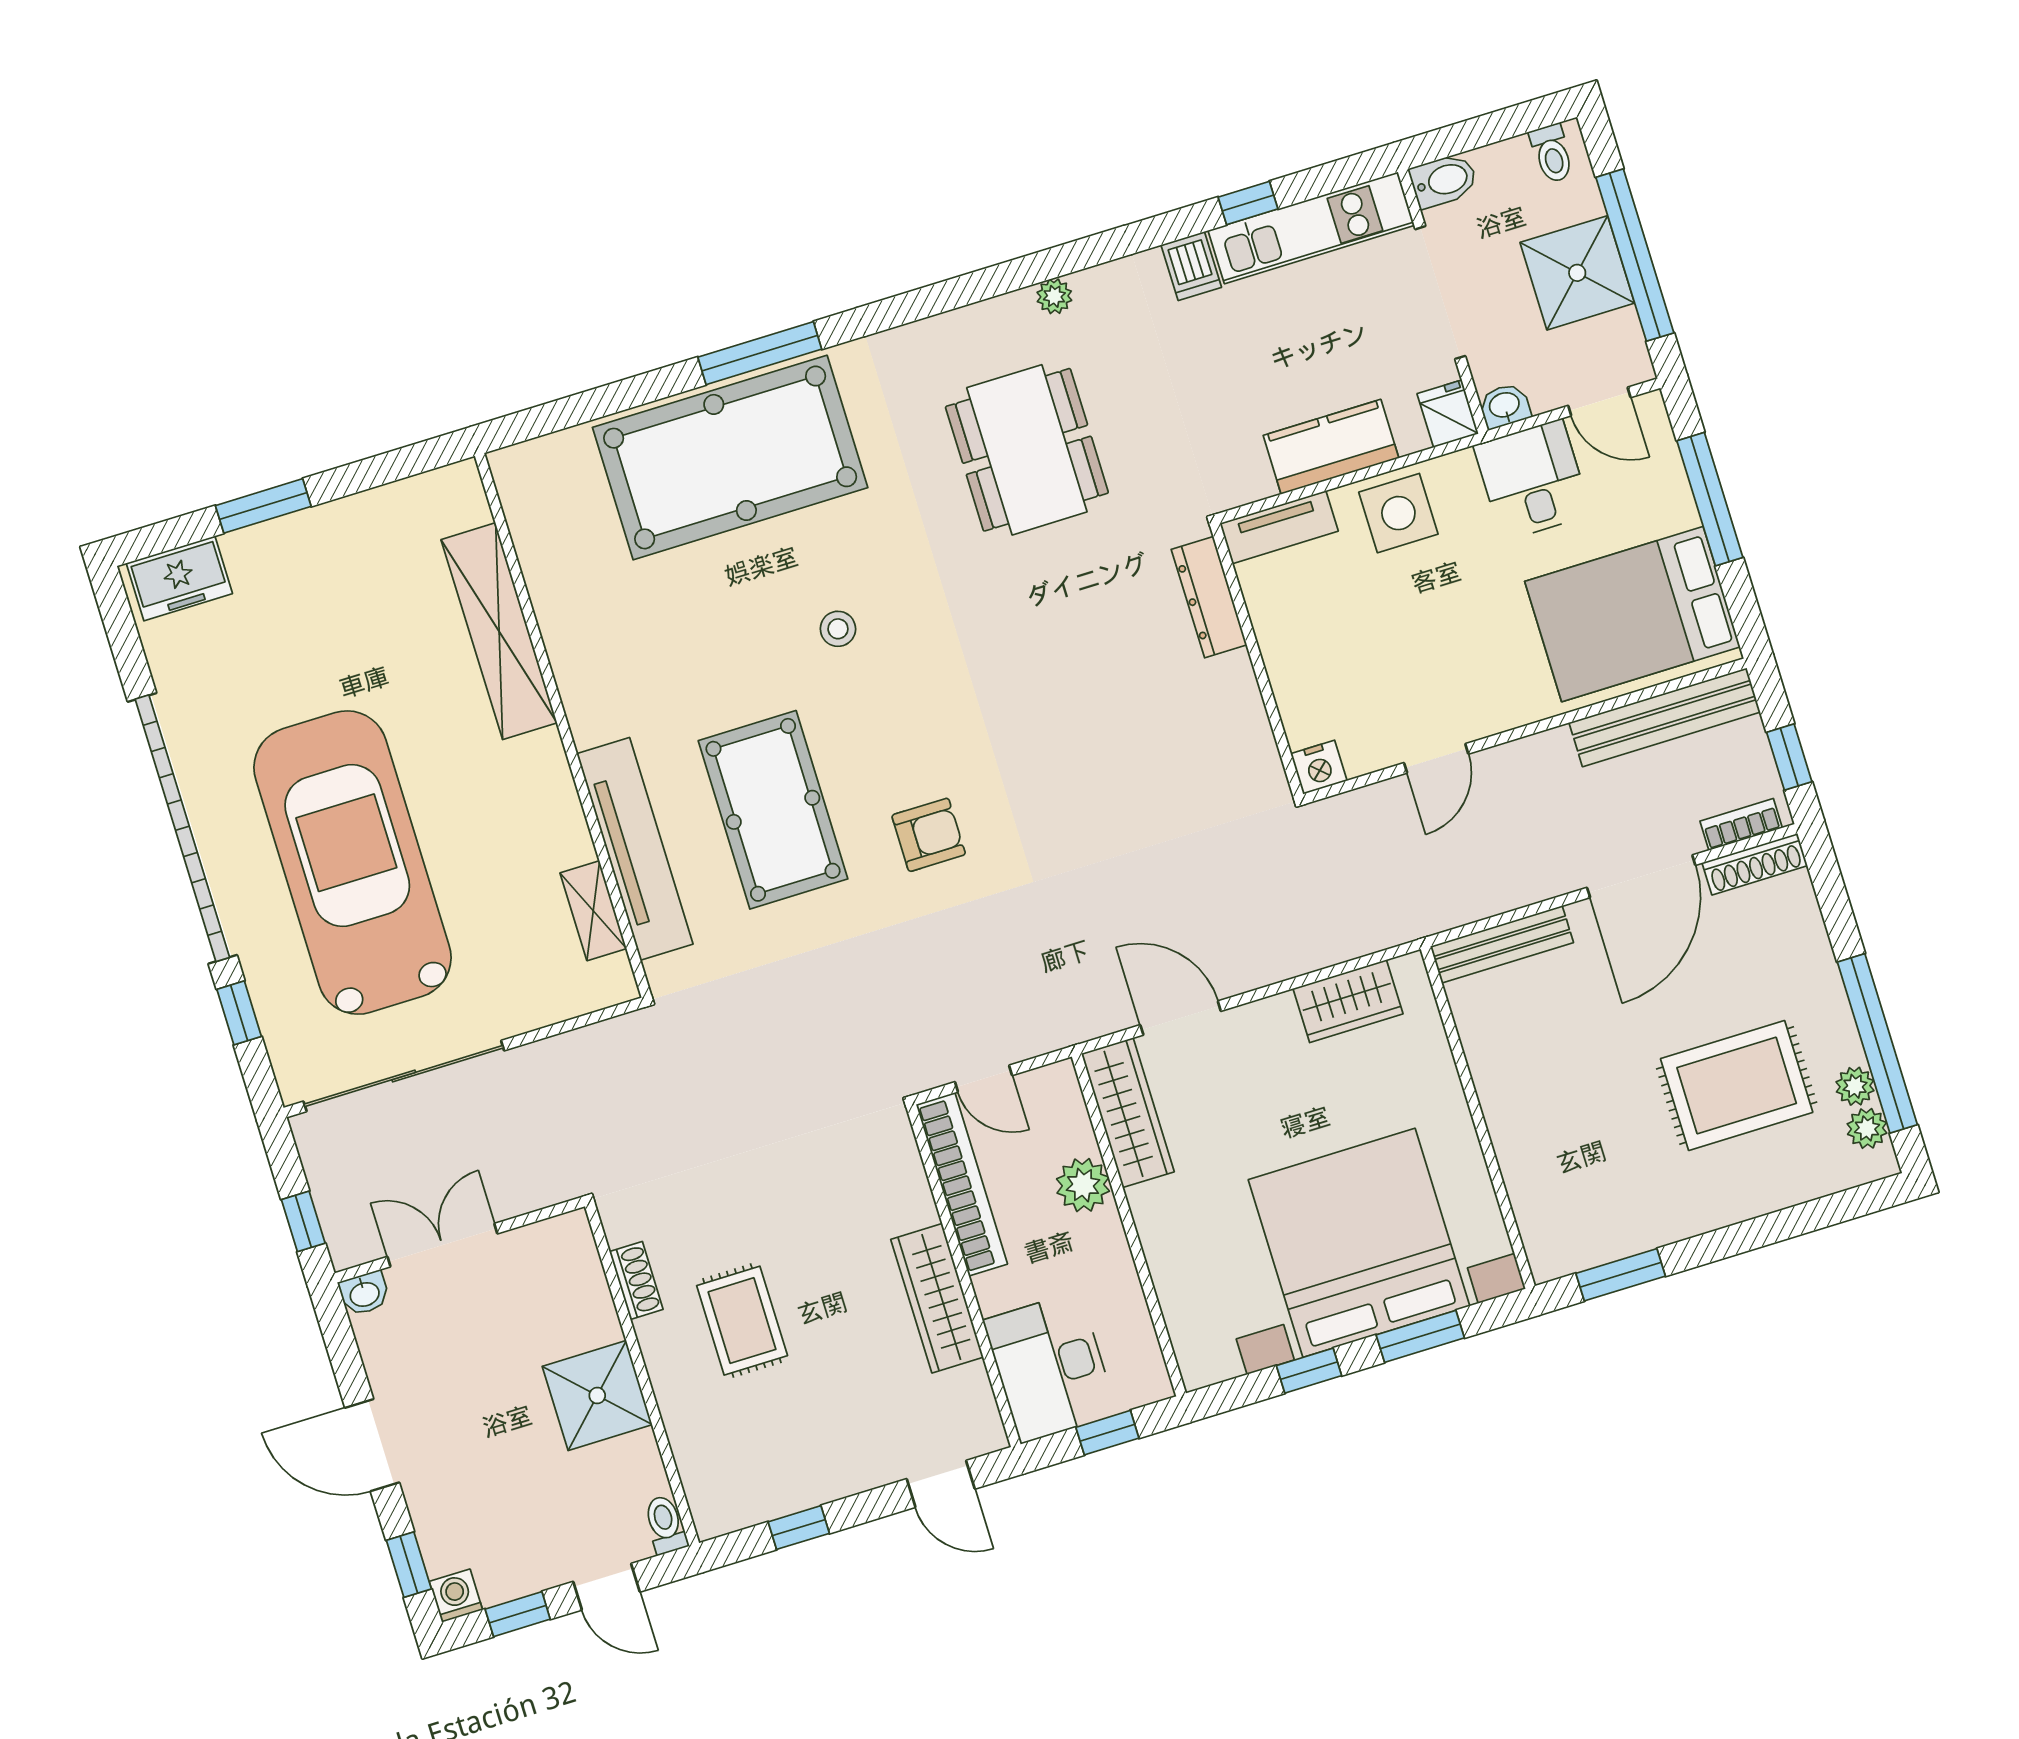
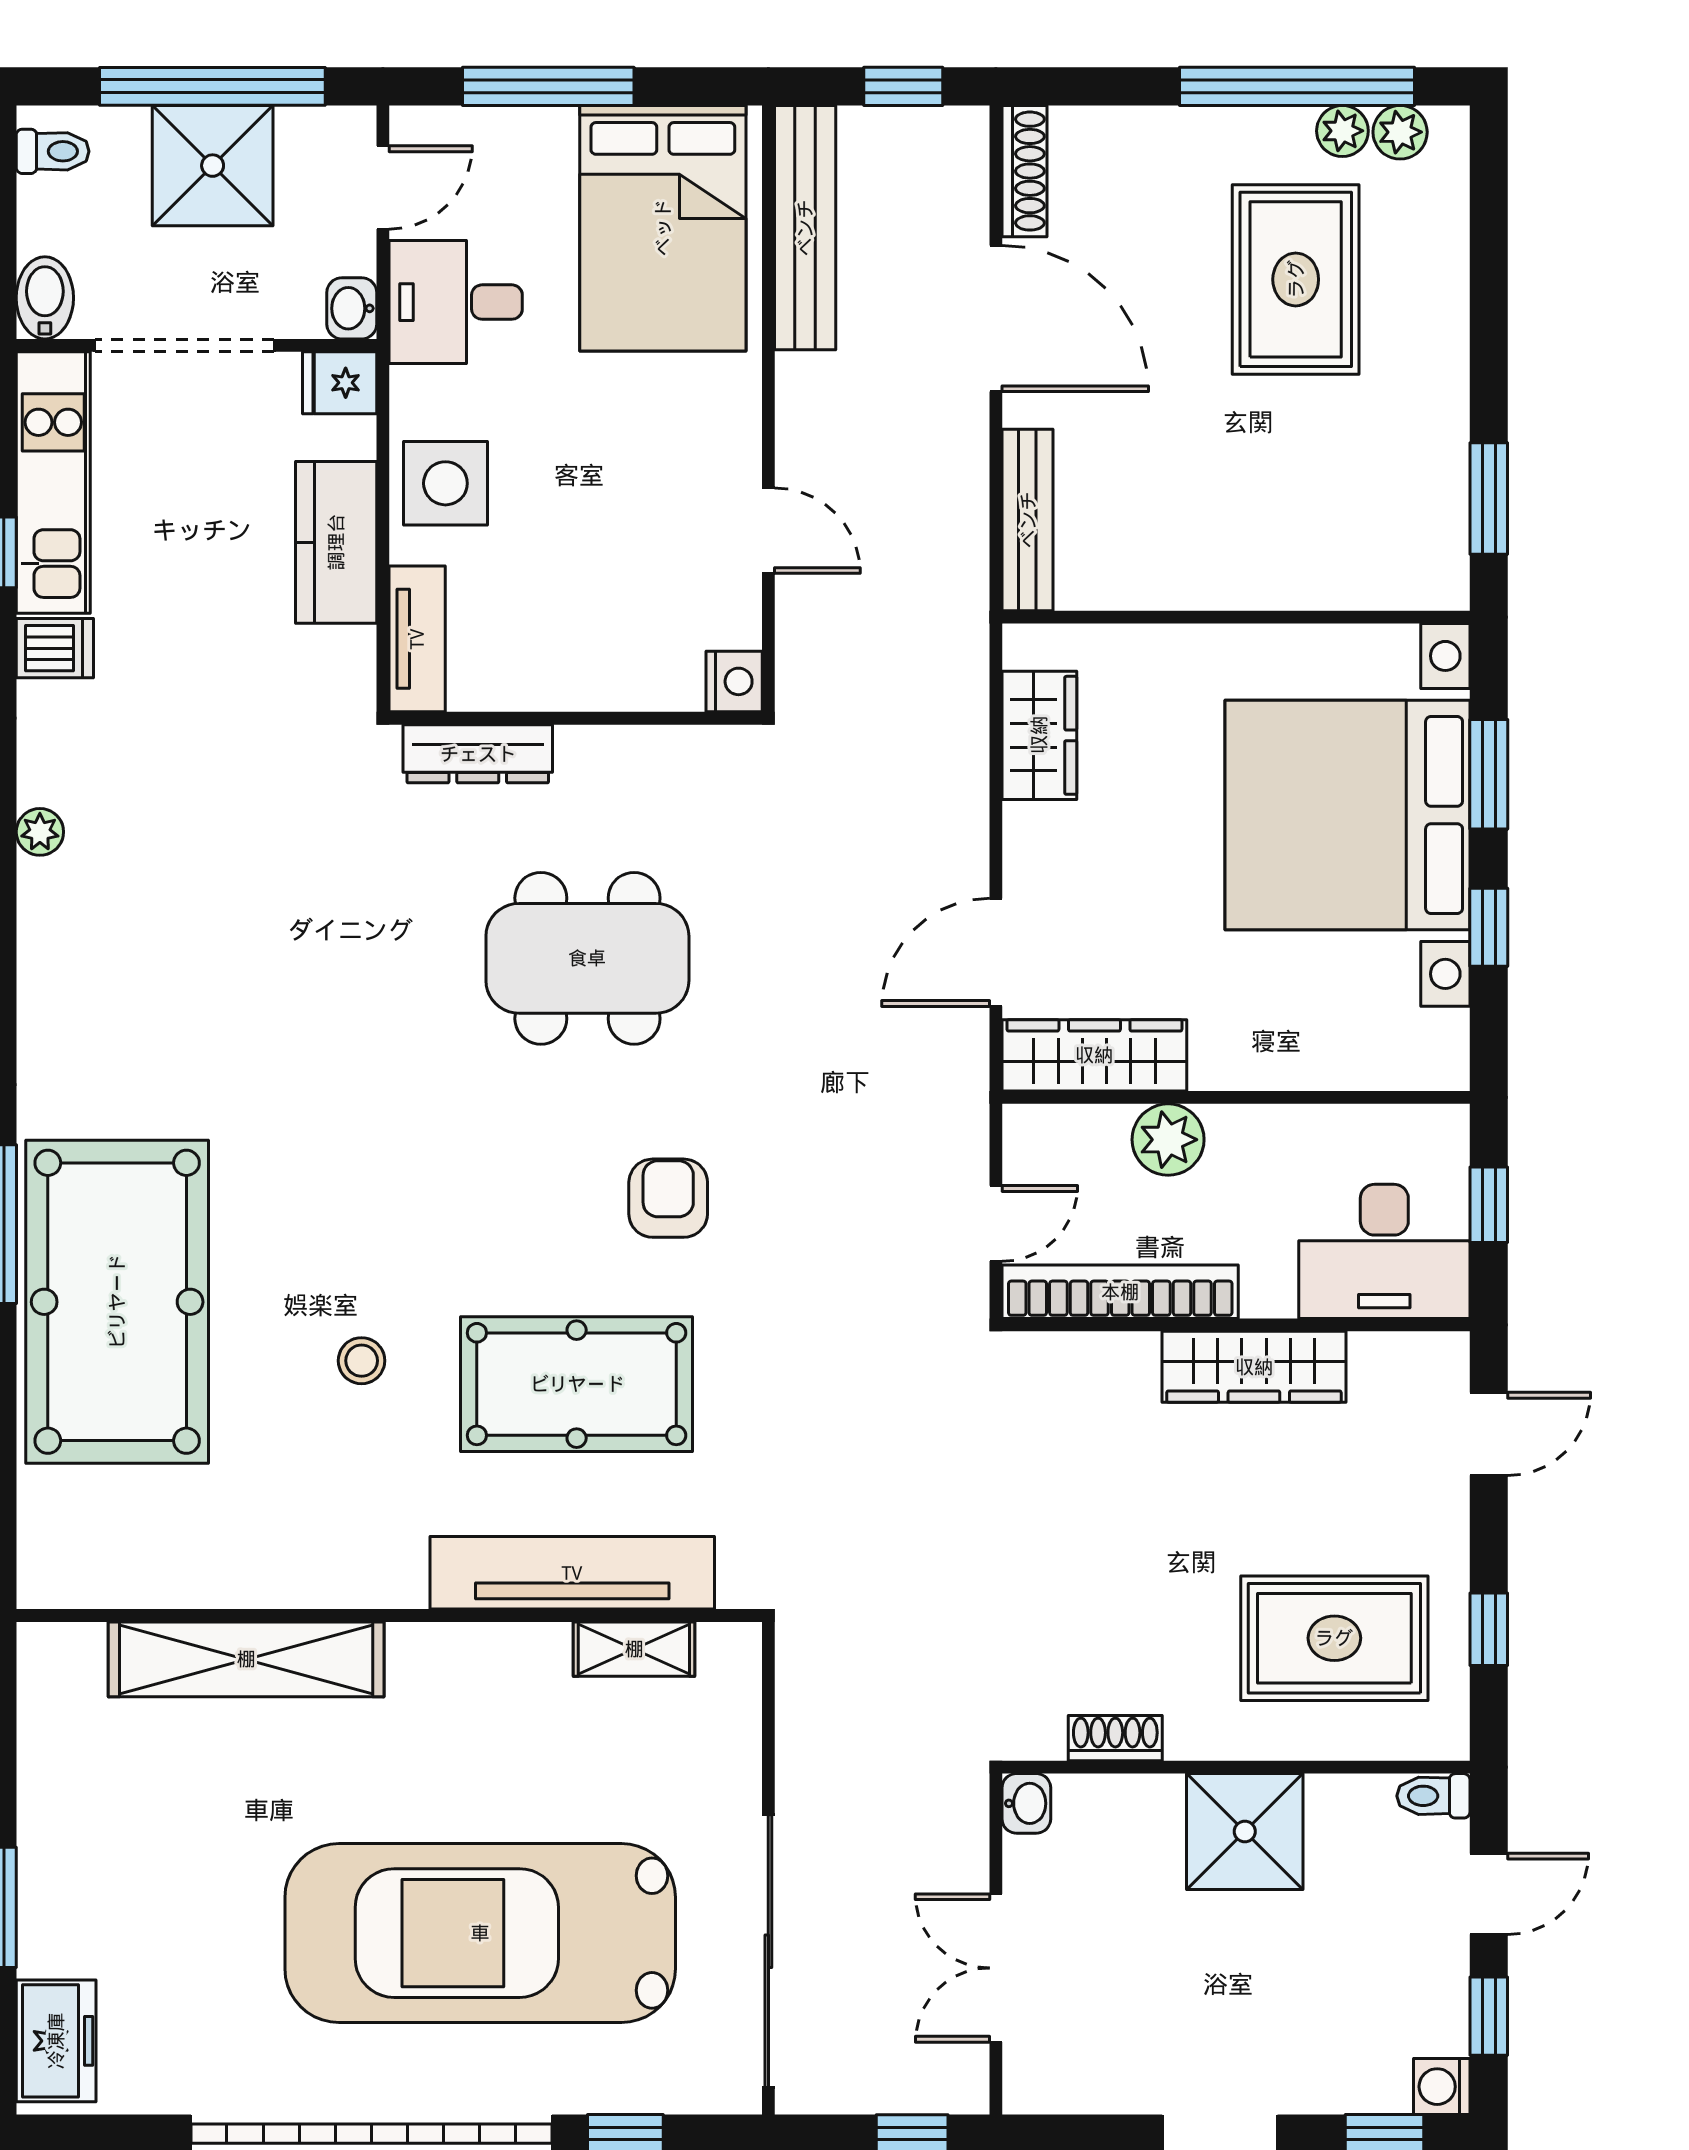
dining table: (1027, 450) -> (587, 958), moved
stool: (838, 629) -> (362, 1361), moved
bookcase: (1741, 824) -> (969, 173), removed
washbasin: (364, 1293) -> (1026, 1803), moved
rug: (742, 1321) -> (1334, 1638), moved, width x1.36, depth x1.43

